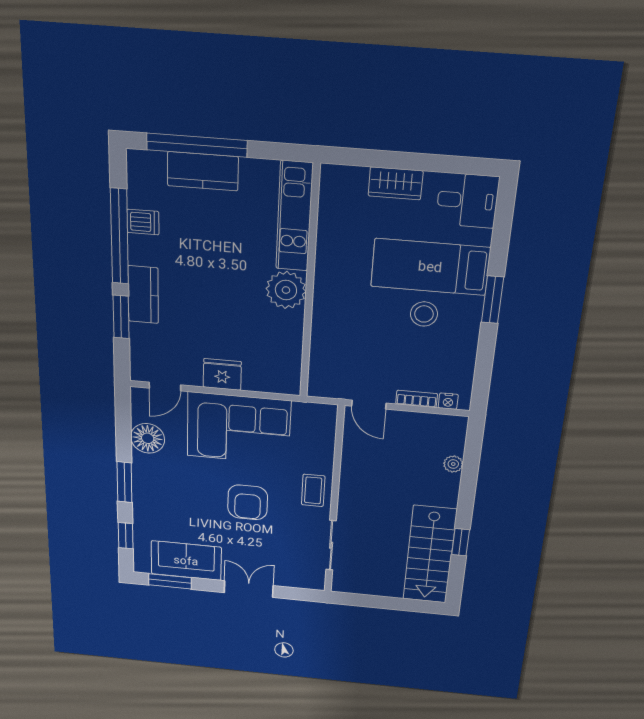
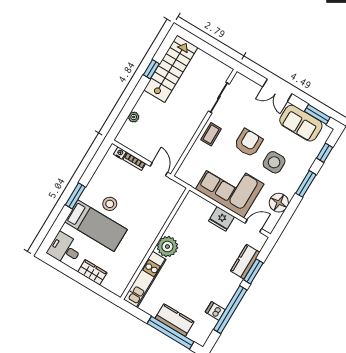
kitchen counter: (143, 295) -> (245, 262), moved
side table: (192, 492) -> (274, 162), added

